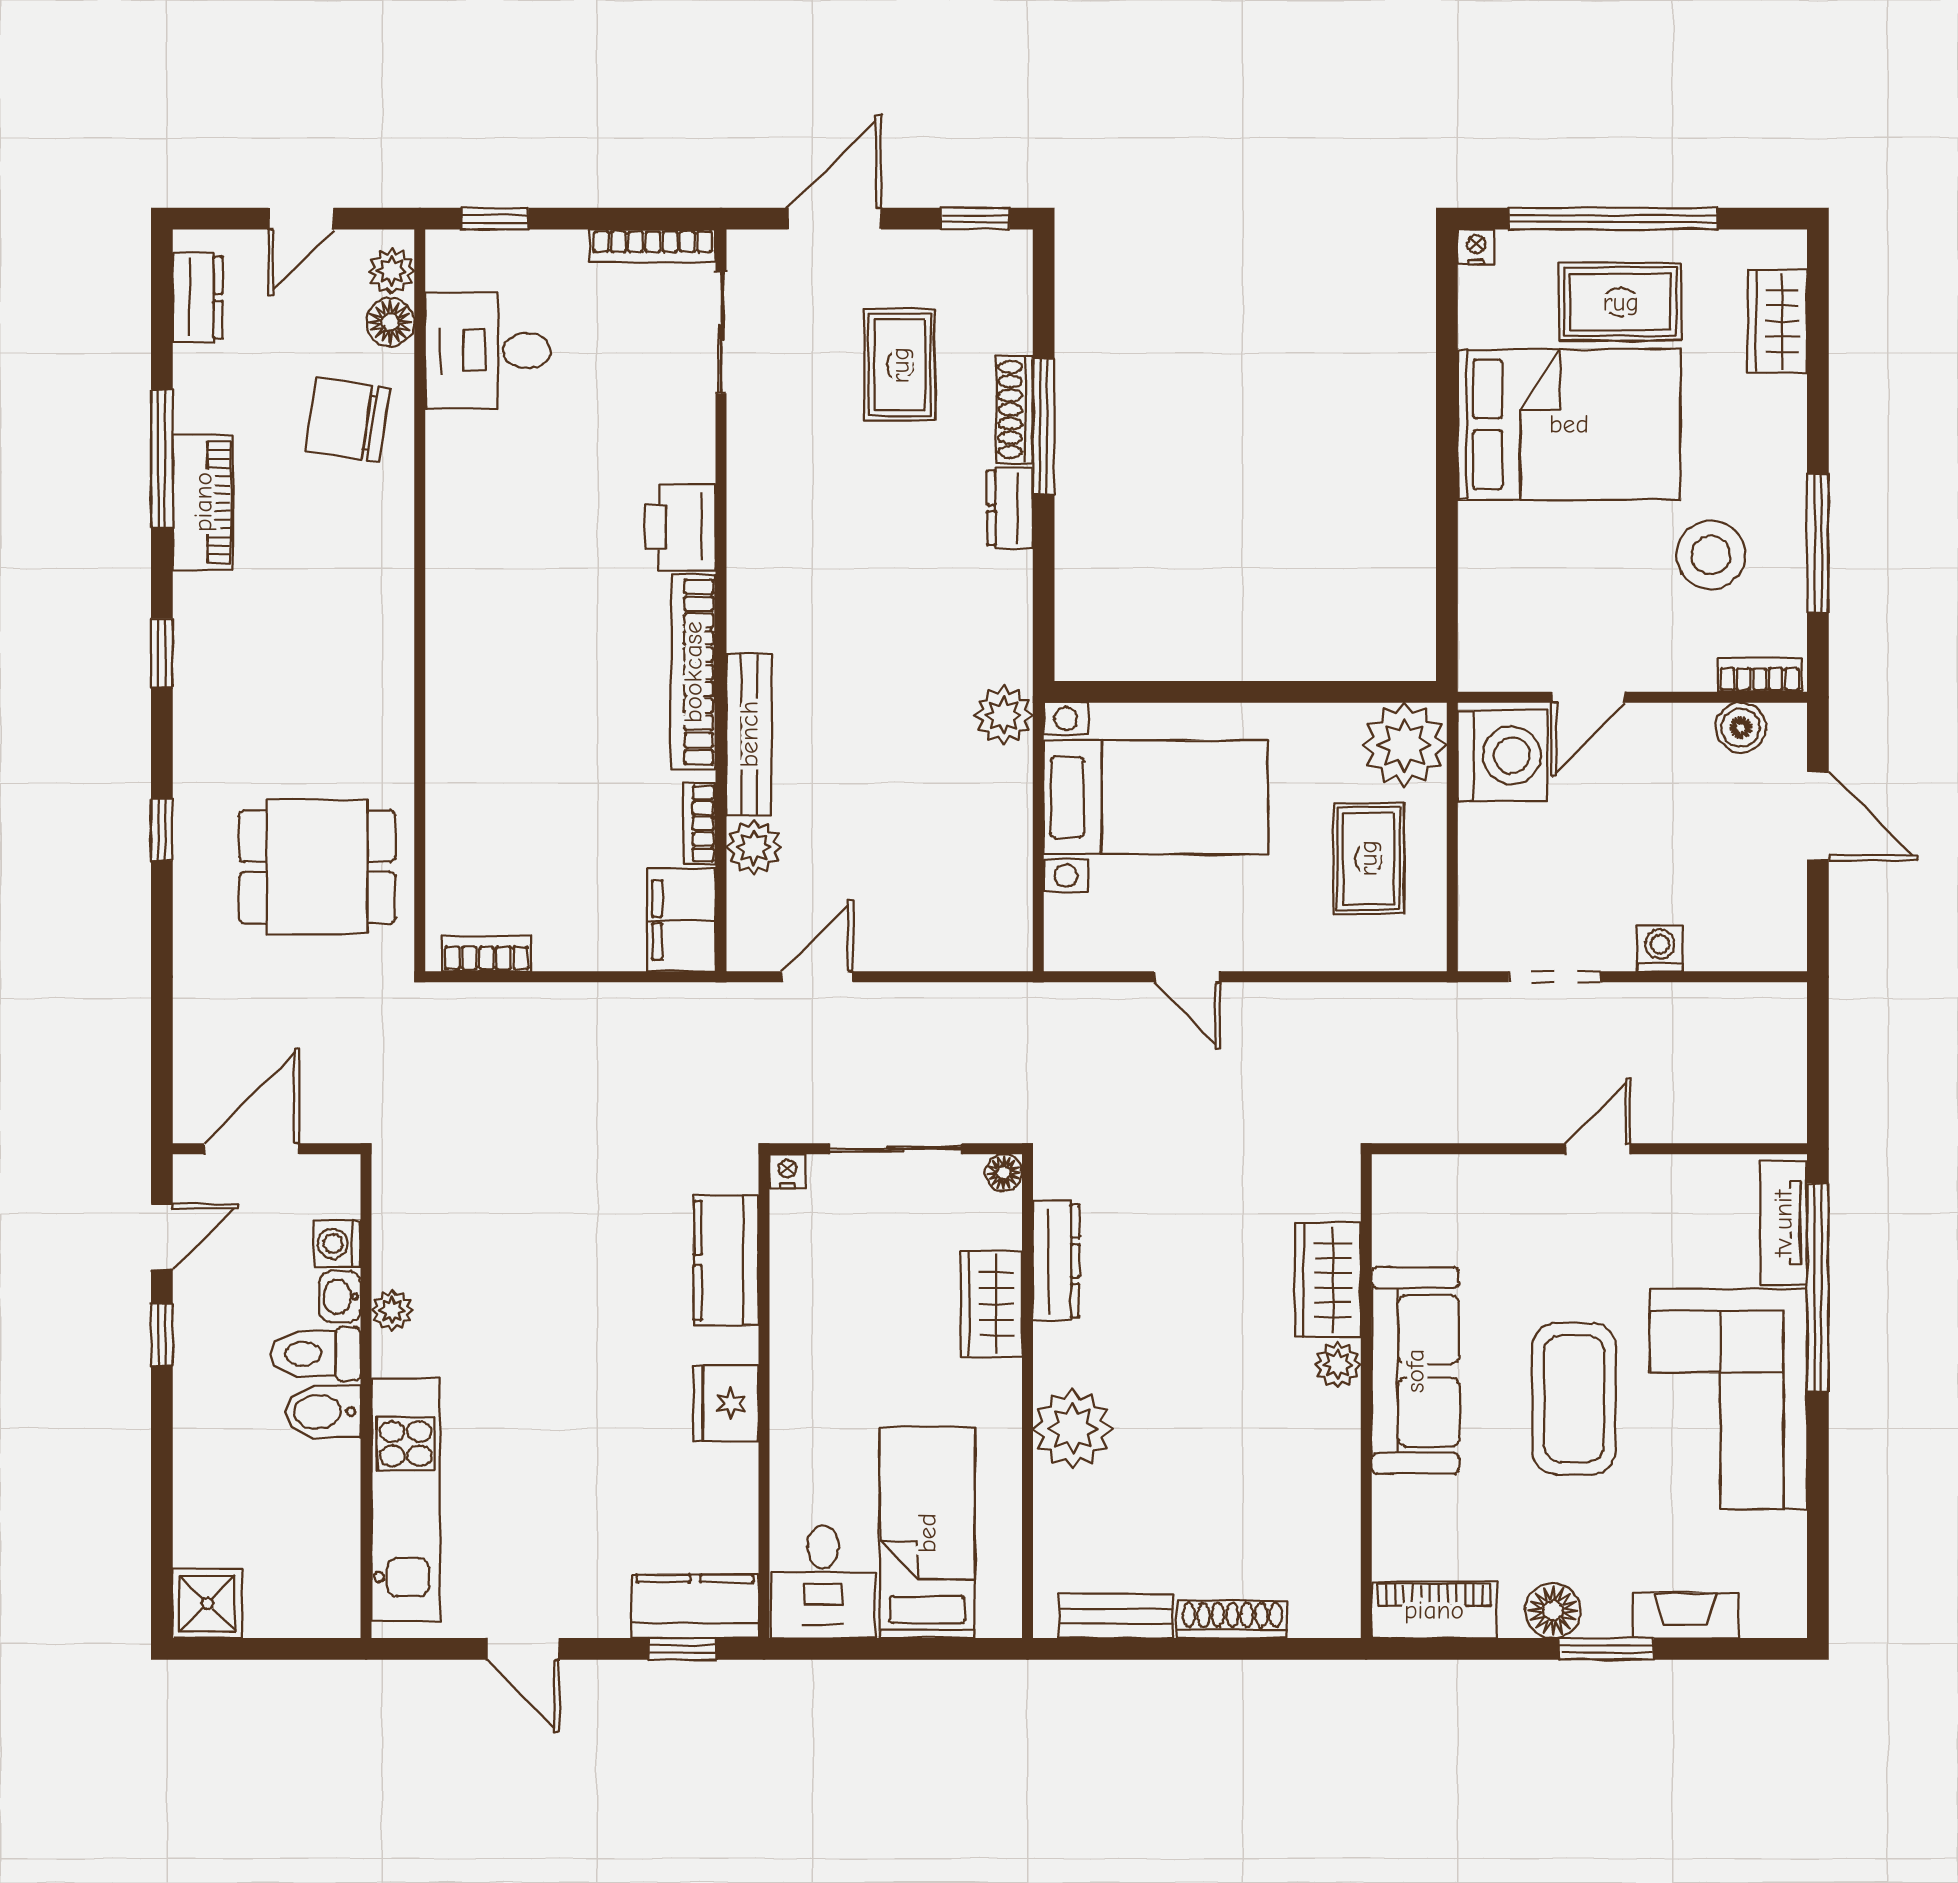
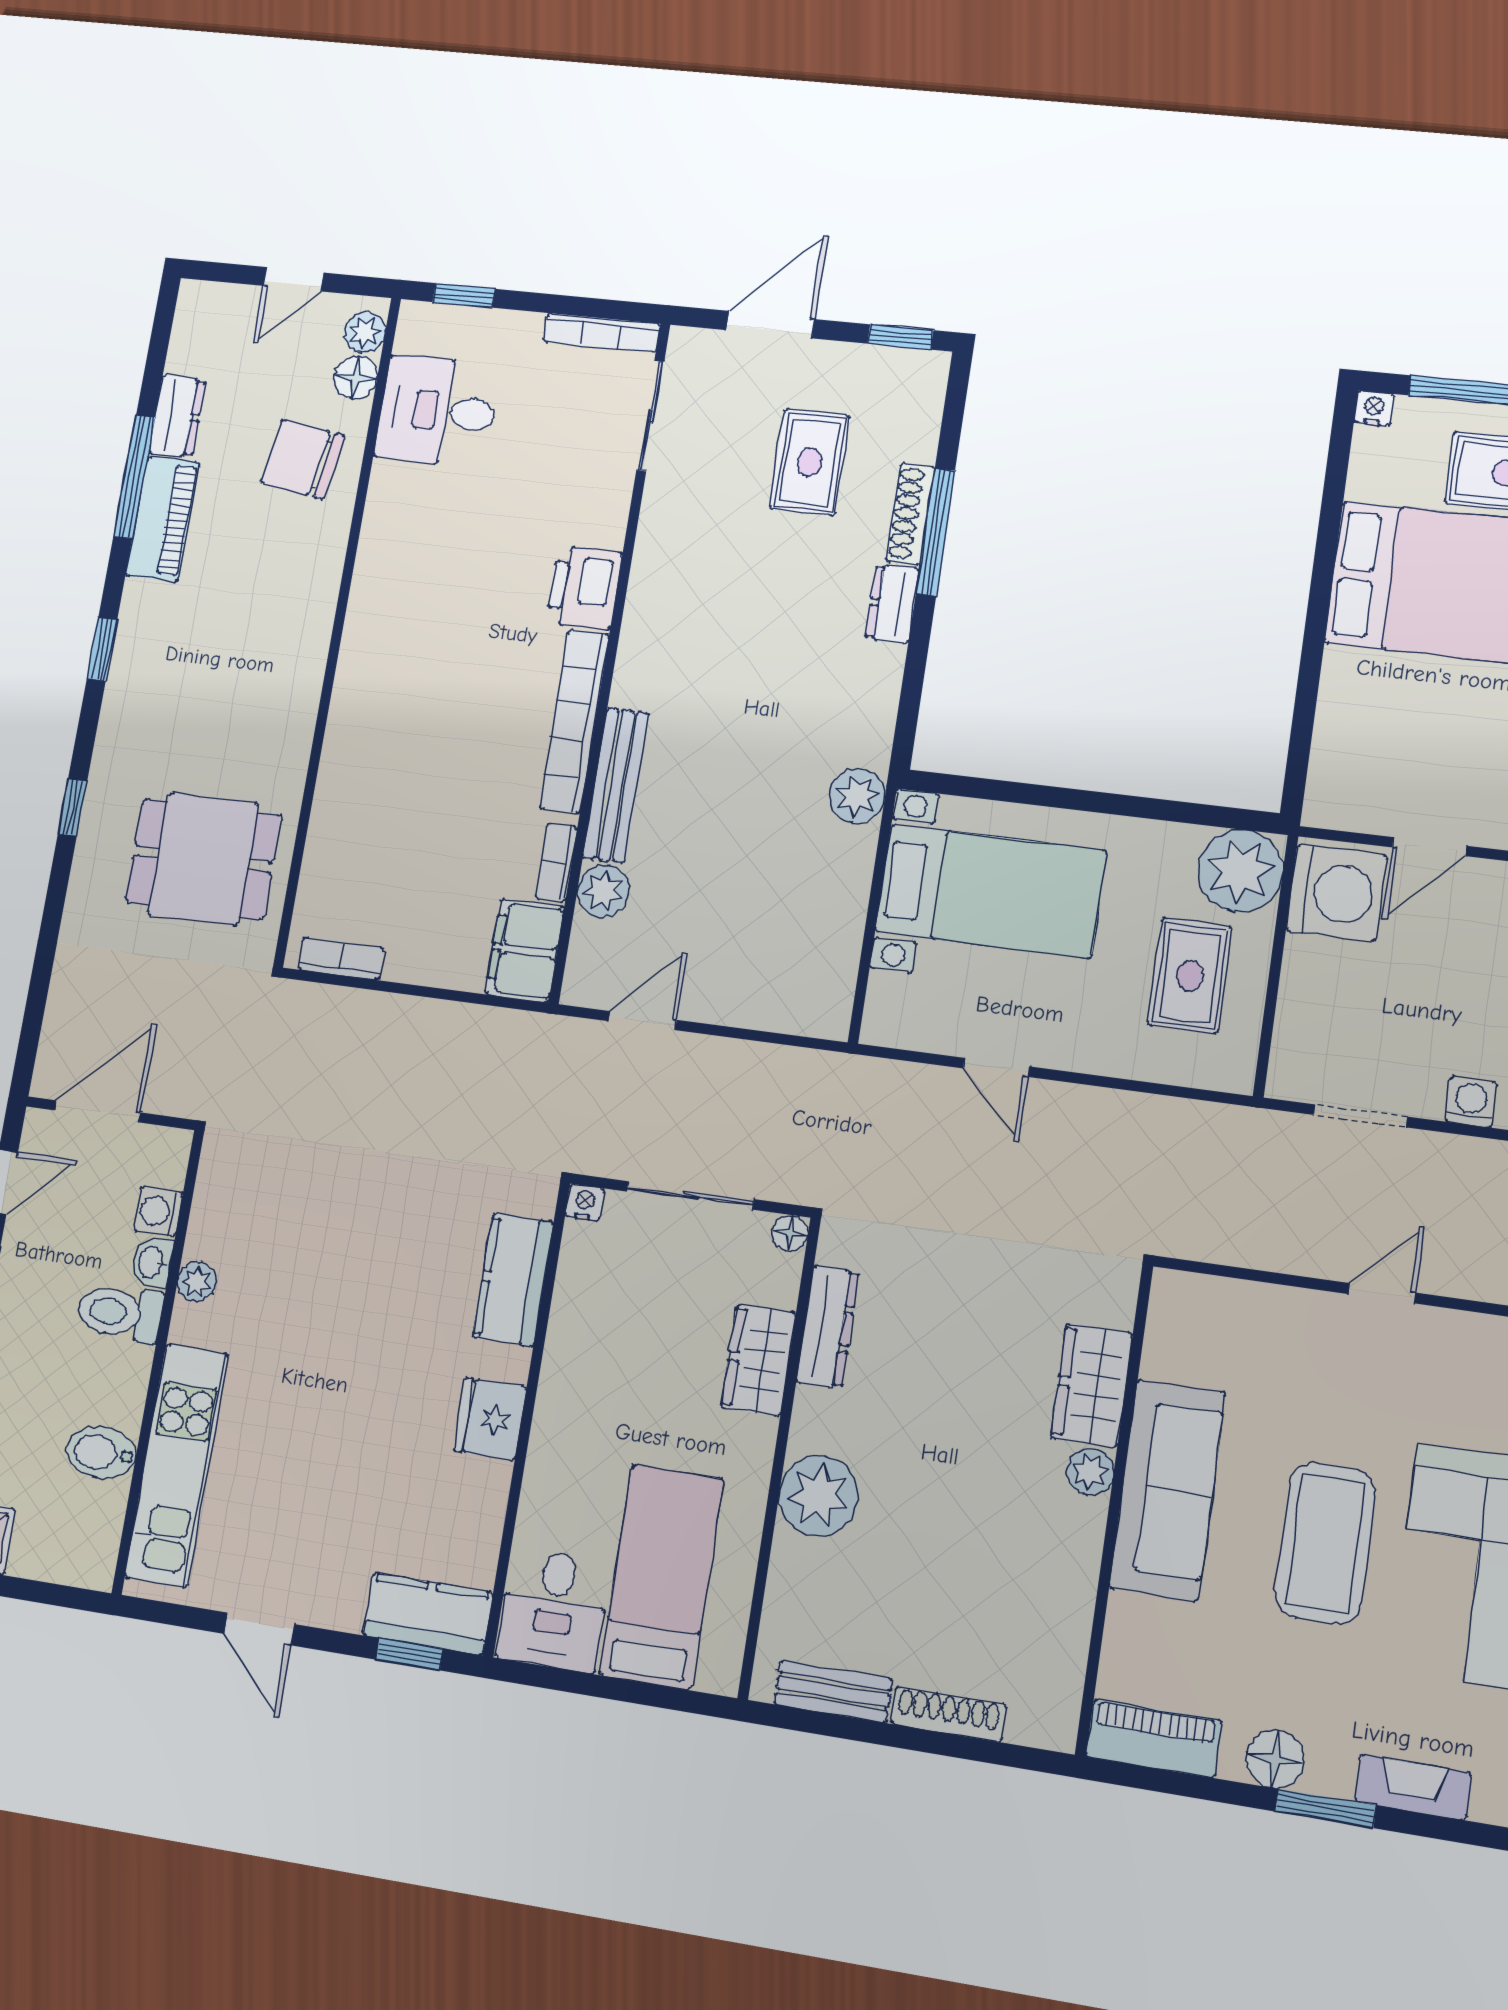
dresser: (198, 297) -> (177, 416), moved
bidet: (323, 1412) -> (101, 1453), moved

